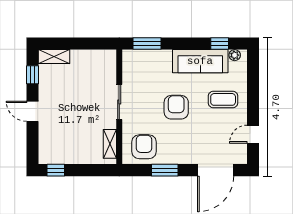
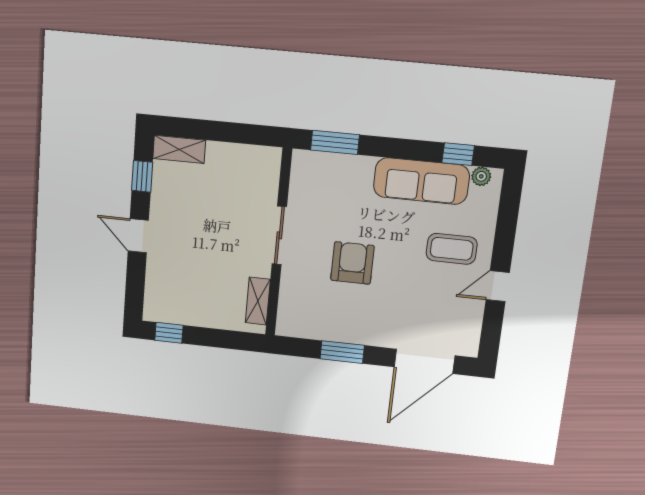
armchair: (176, 107) -> (352, 263), moved
door: (253, 134) -> (498, 286), moved
armchair: (144, 147) -> (312, 312), removed

